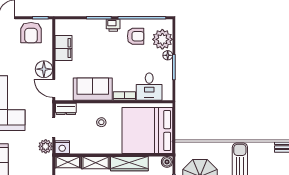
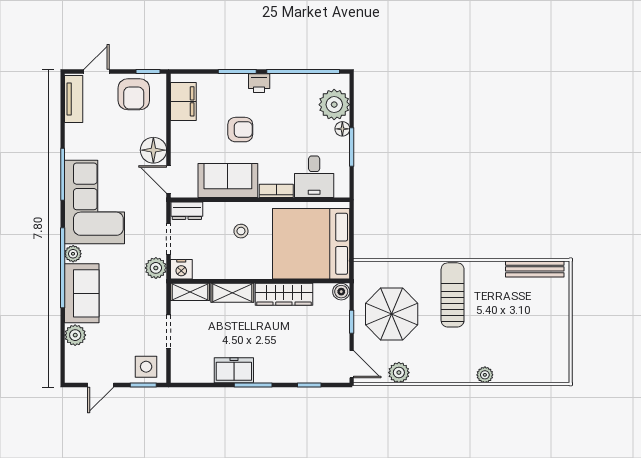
armchair: (136, 36) -> (240, 130), moved
filing cabinet: (64, 48) -> (183, 101), moved

